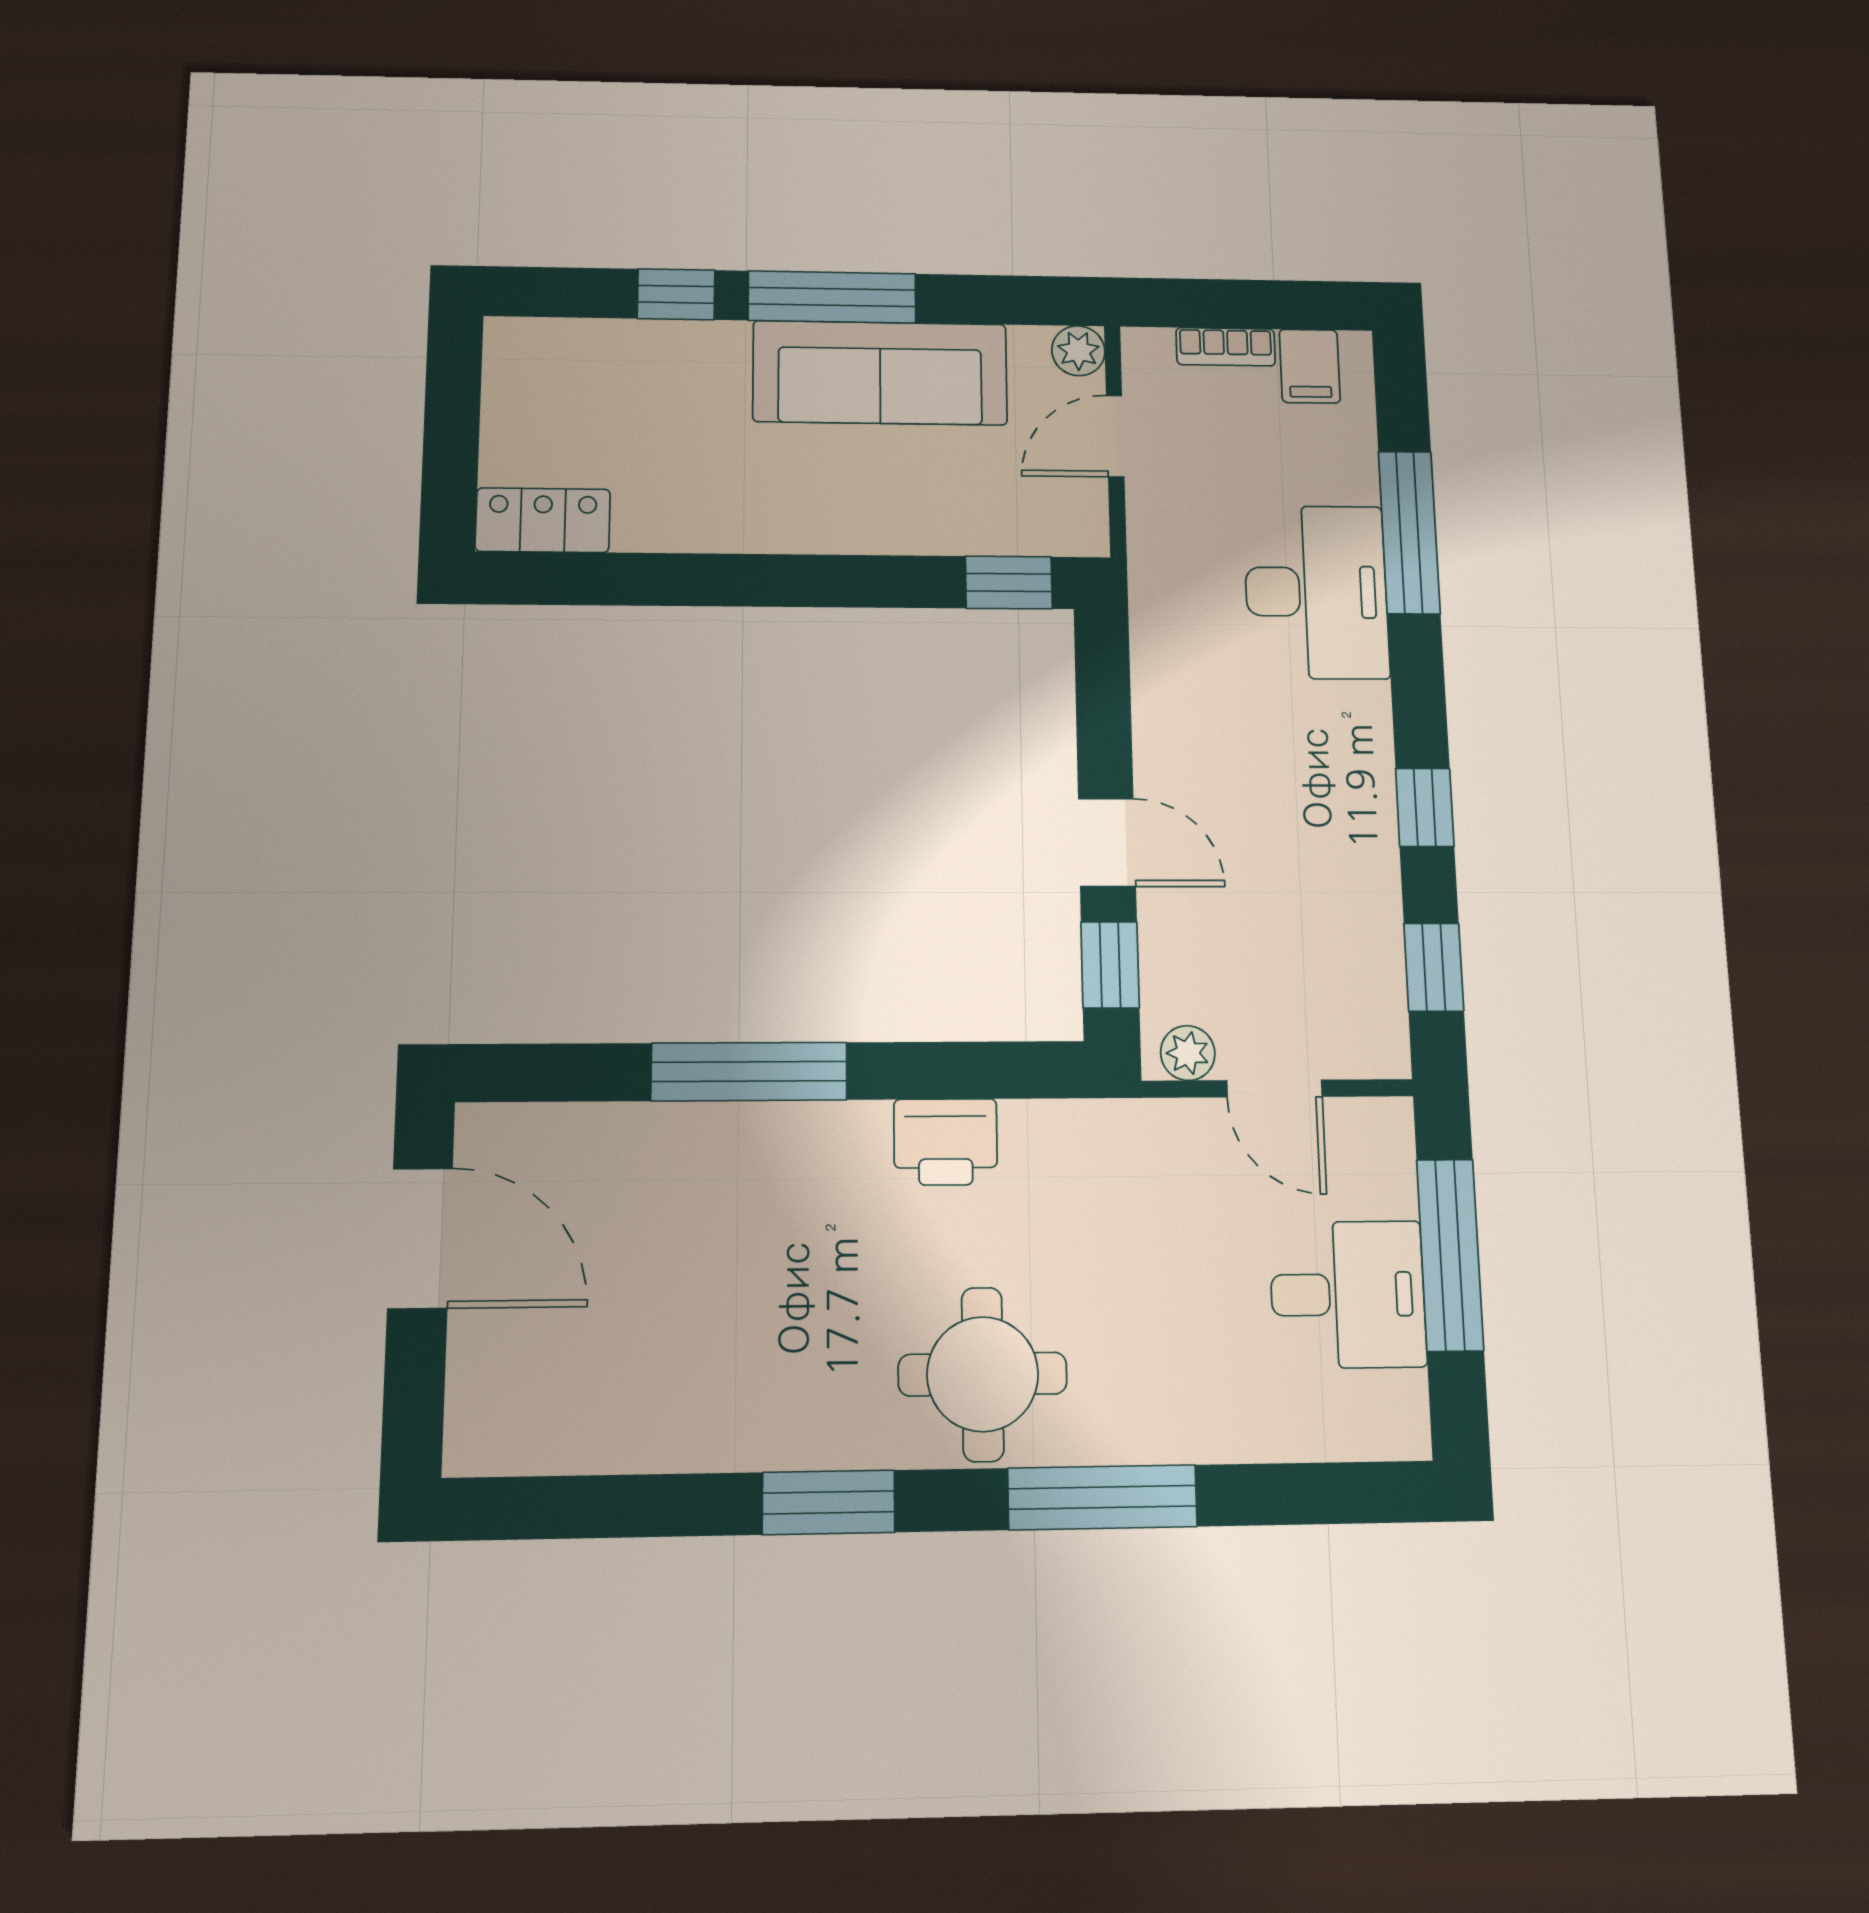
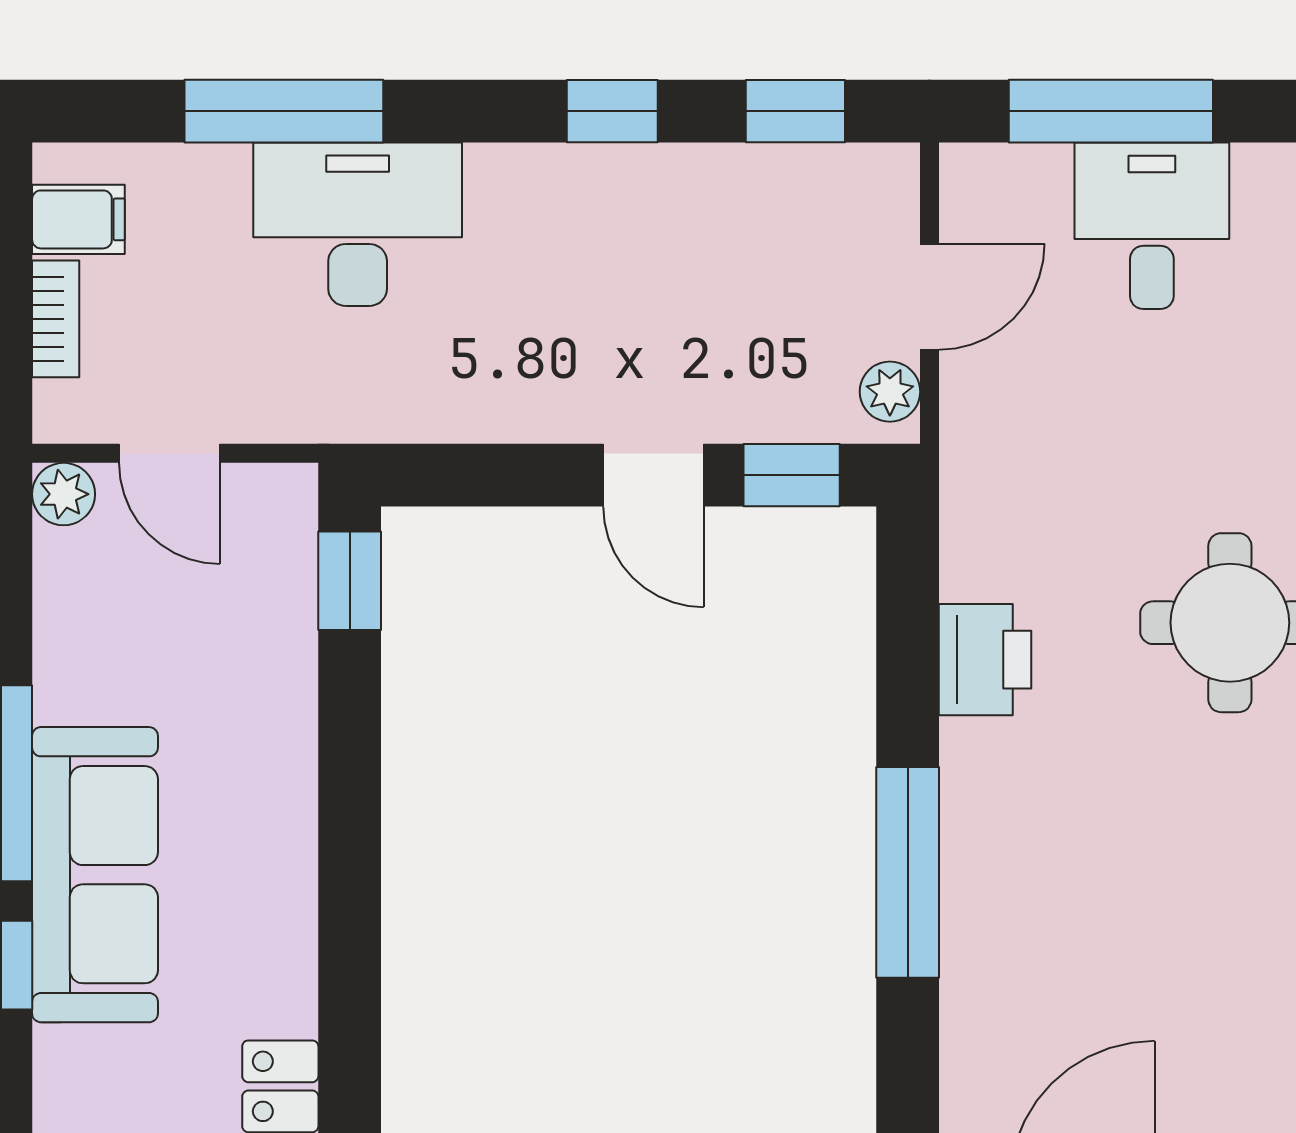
sofa: (880, 373) -> (95, 875), moved
door: (1107, 842) -> (653, 475), swing flipped

